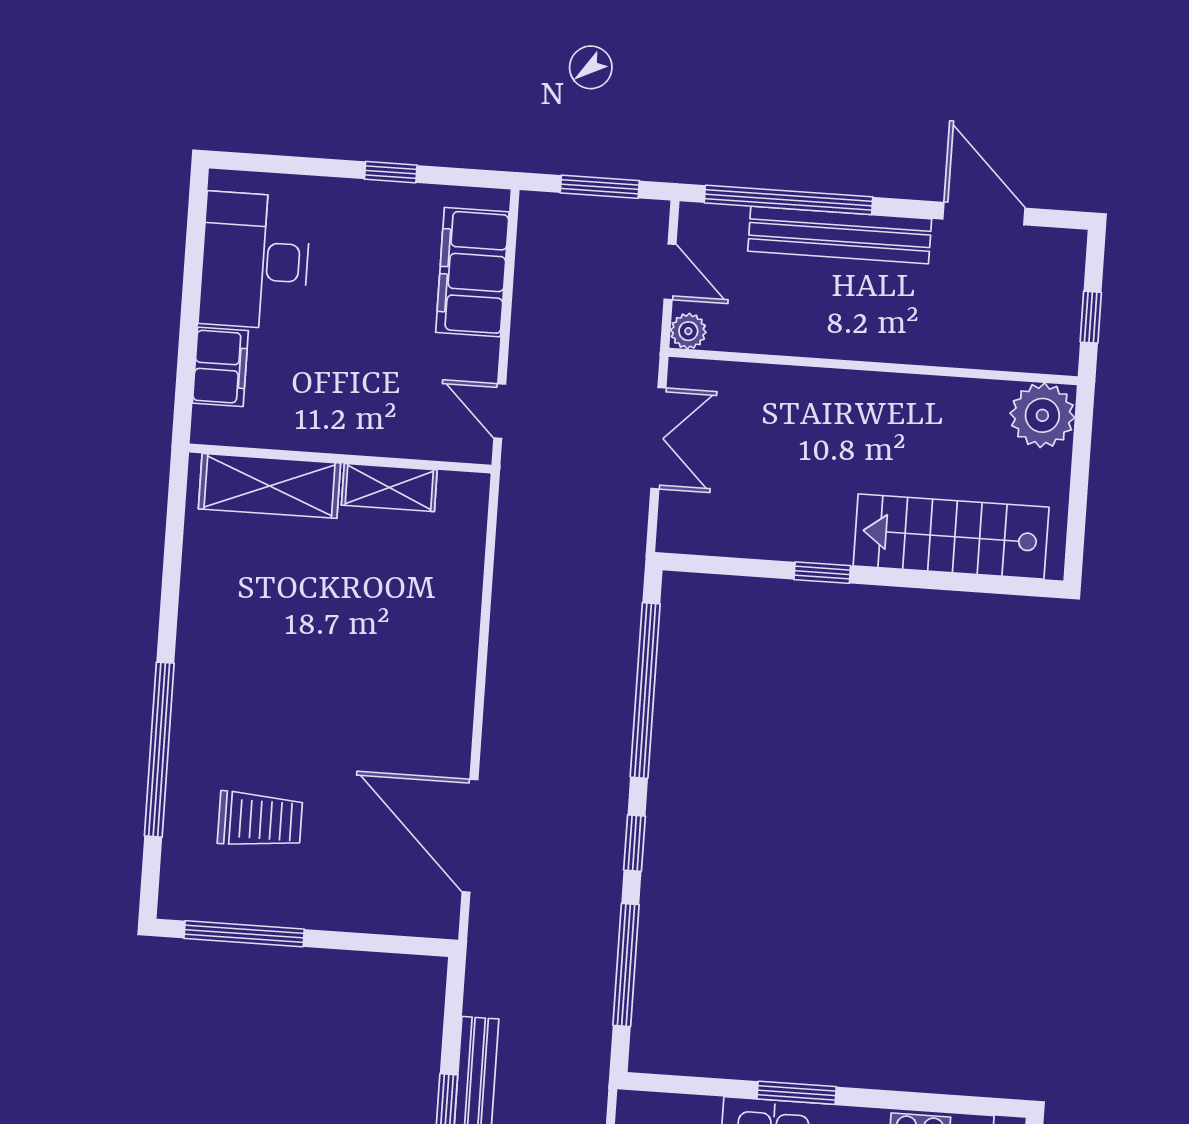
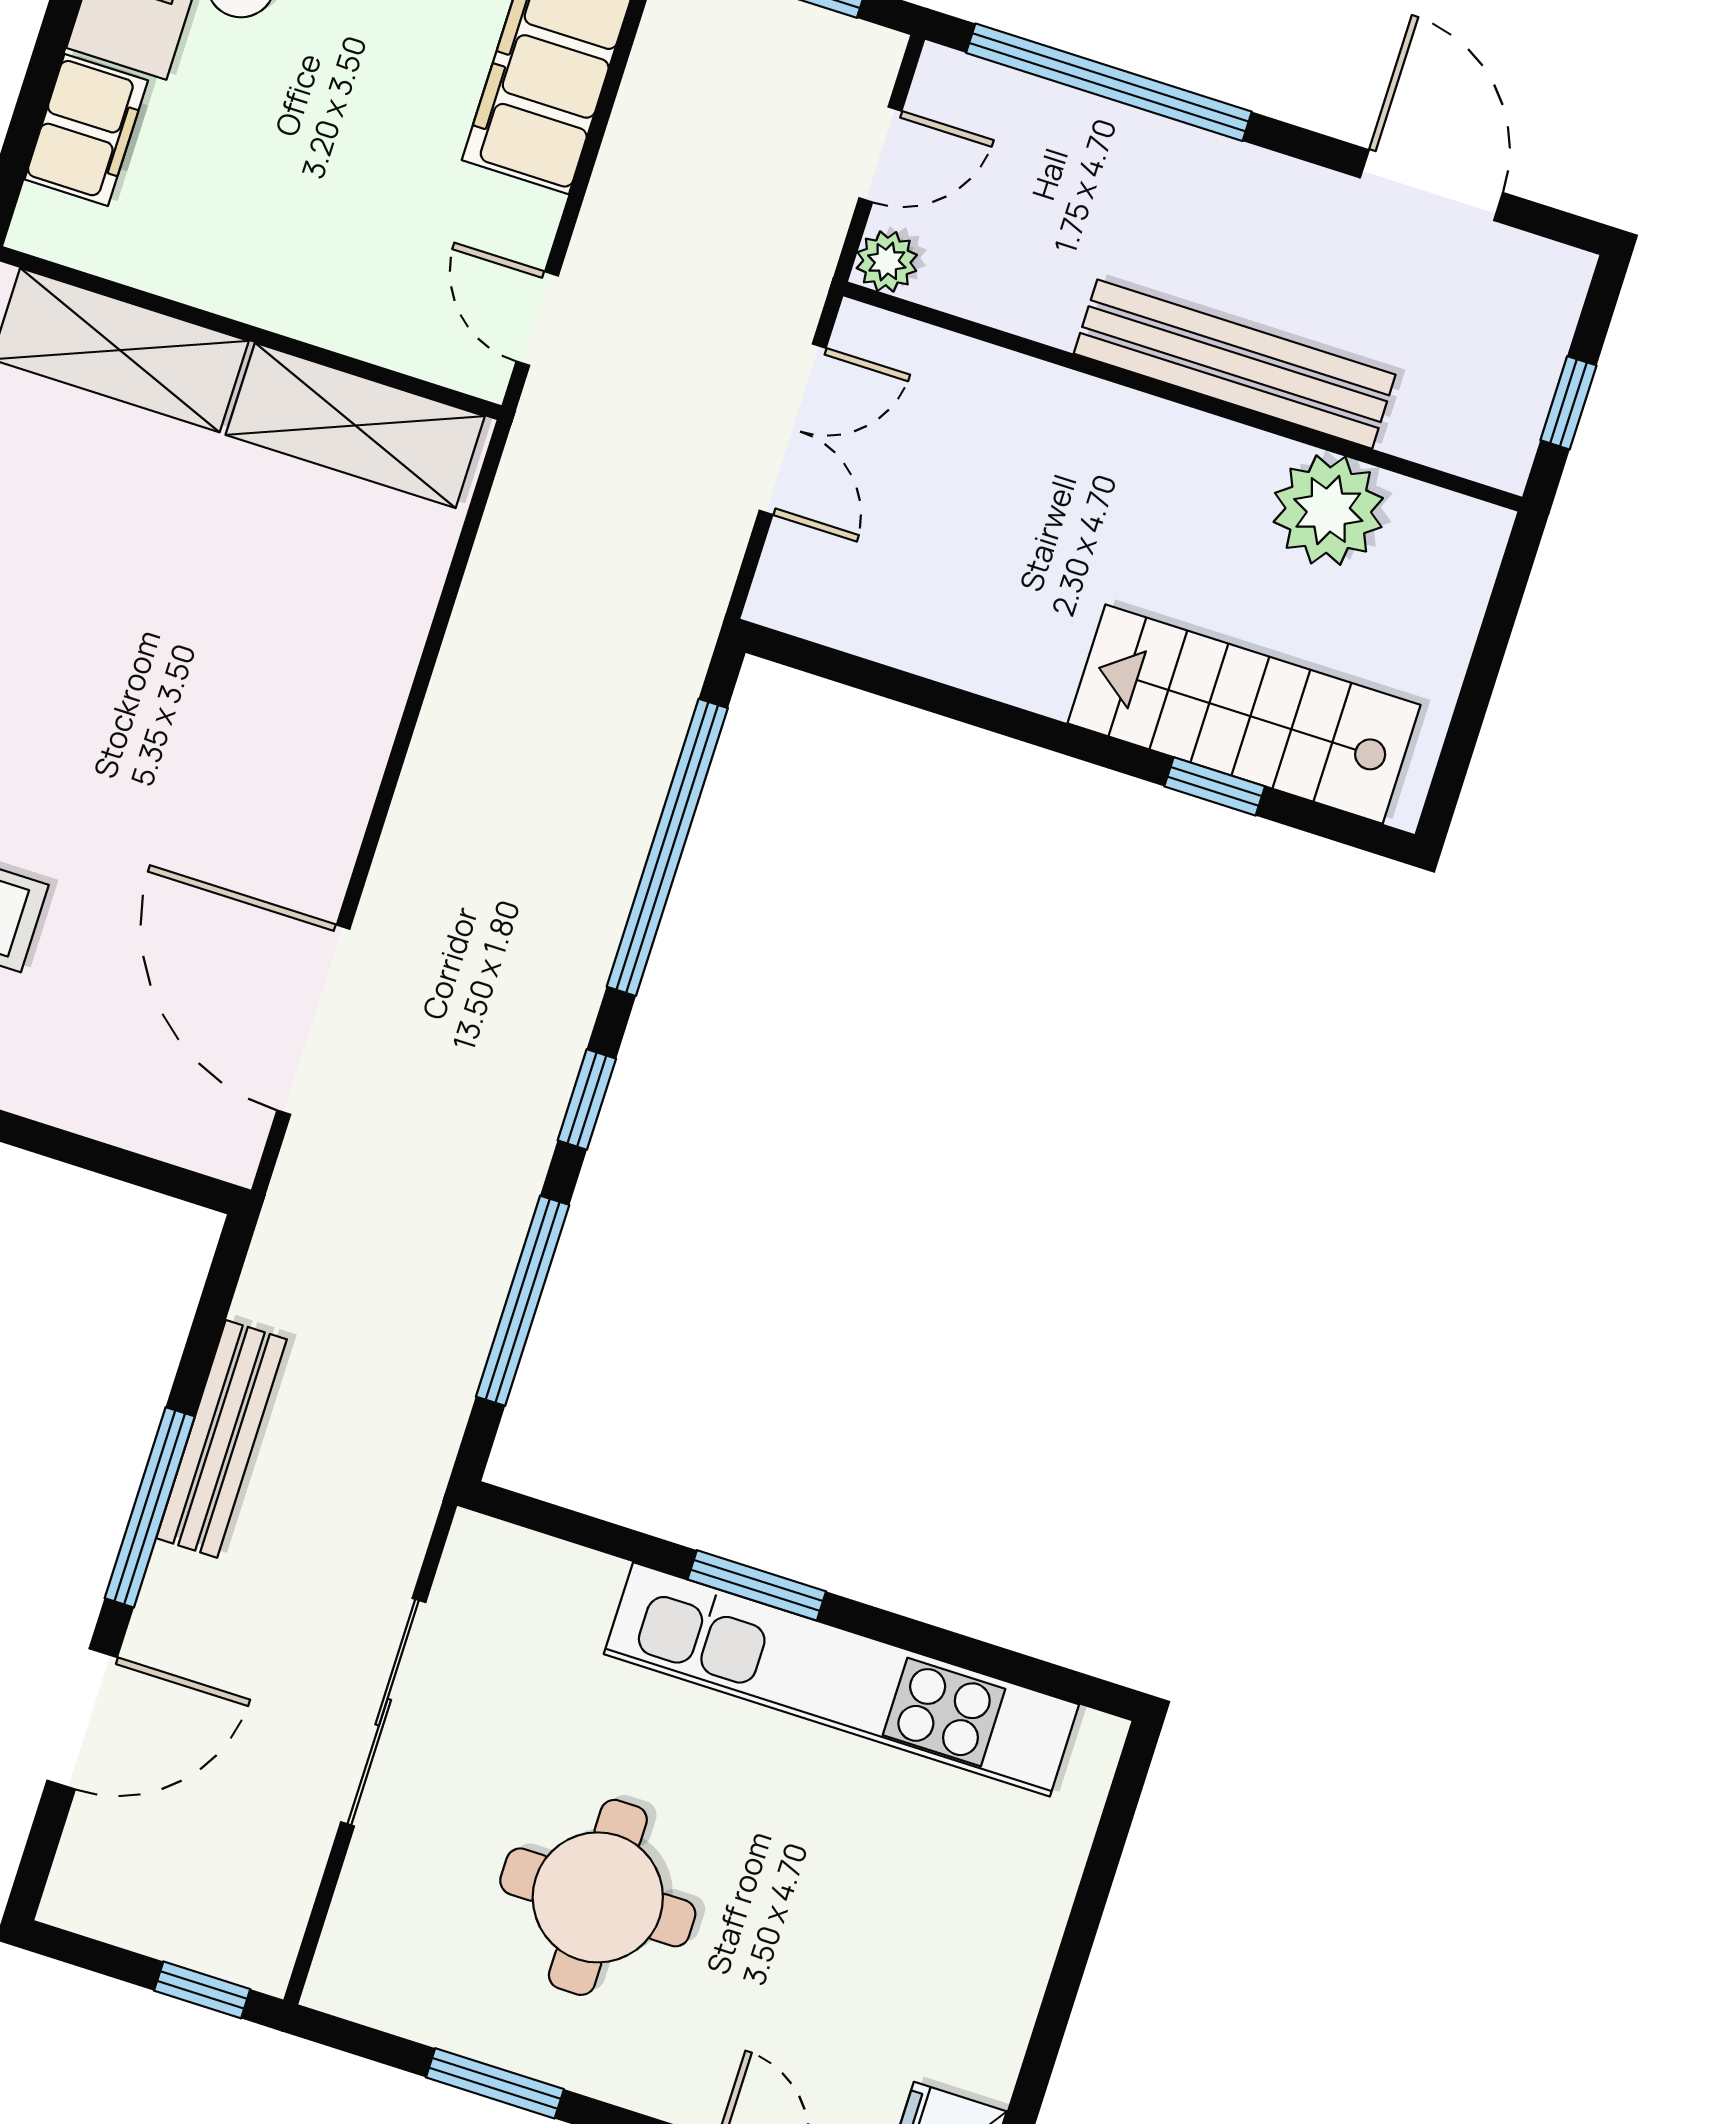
bench: (840, 235) -> (1235, 364), moved
door: (670, 272) -> (880, 154), hinge flipped
plant: (1042, 415) -> (1328, 510), moved
shelving: (389, 487) -> (355, 425), width x1.50, depth x1.33
window: (822, 573) -> (1215, 786), moved

